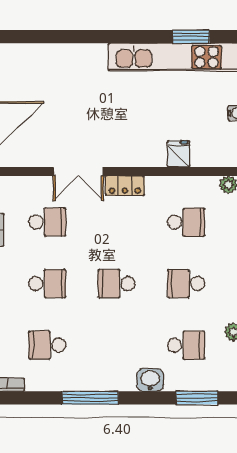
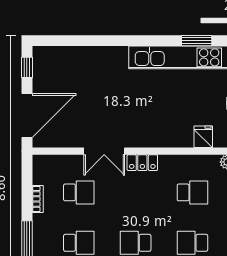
fridge: (178, 154) -> (203, 137), moved

